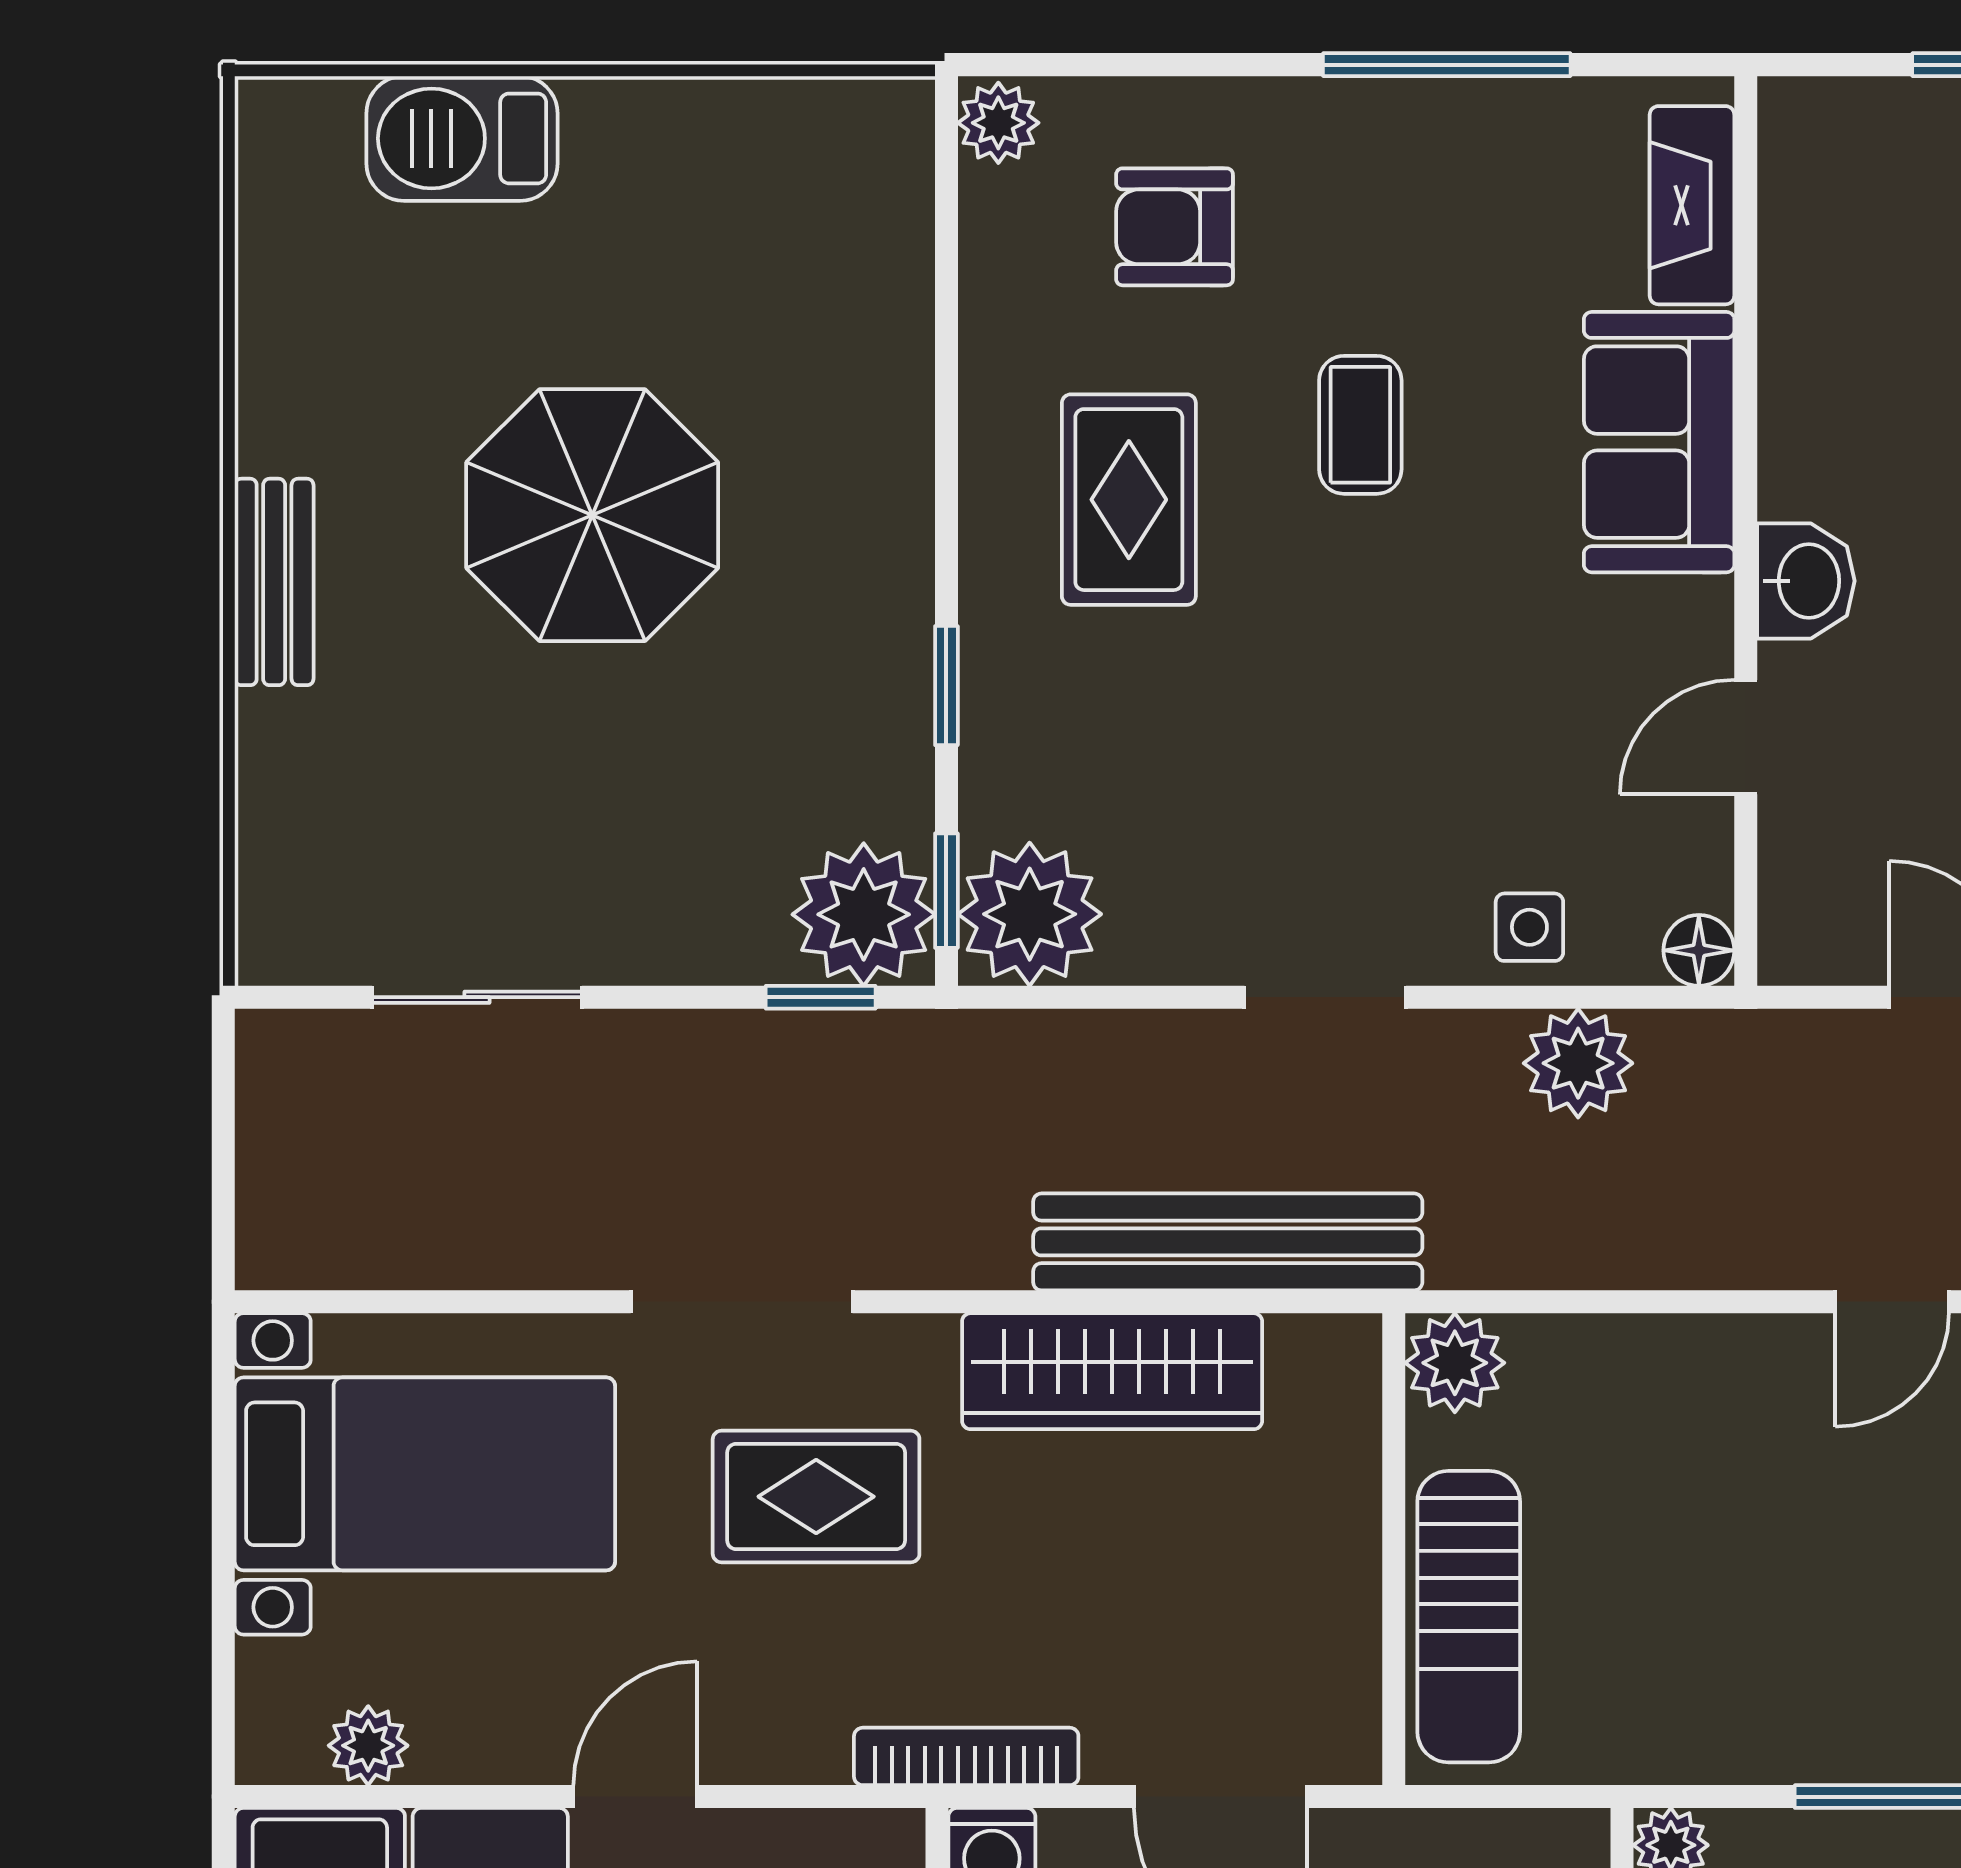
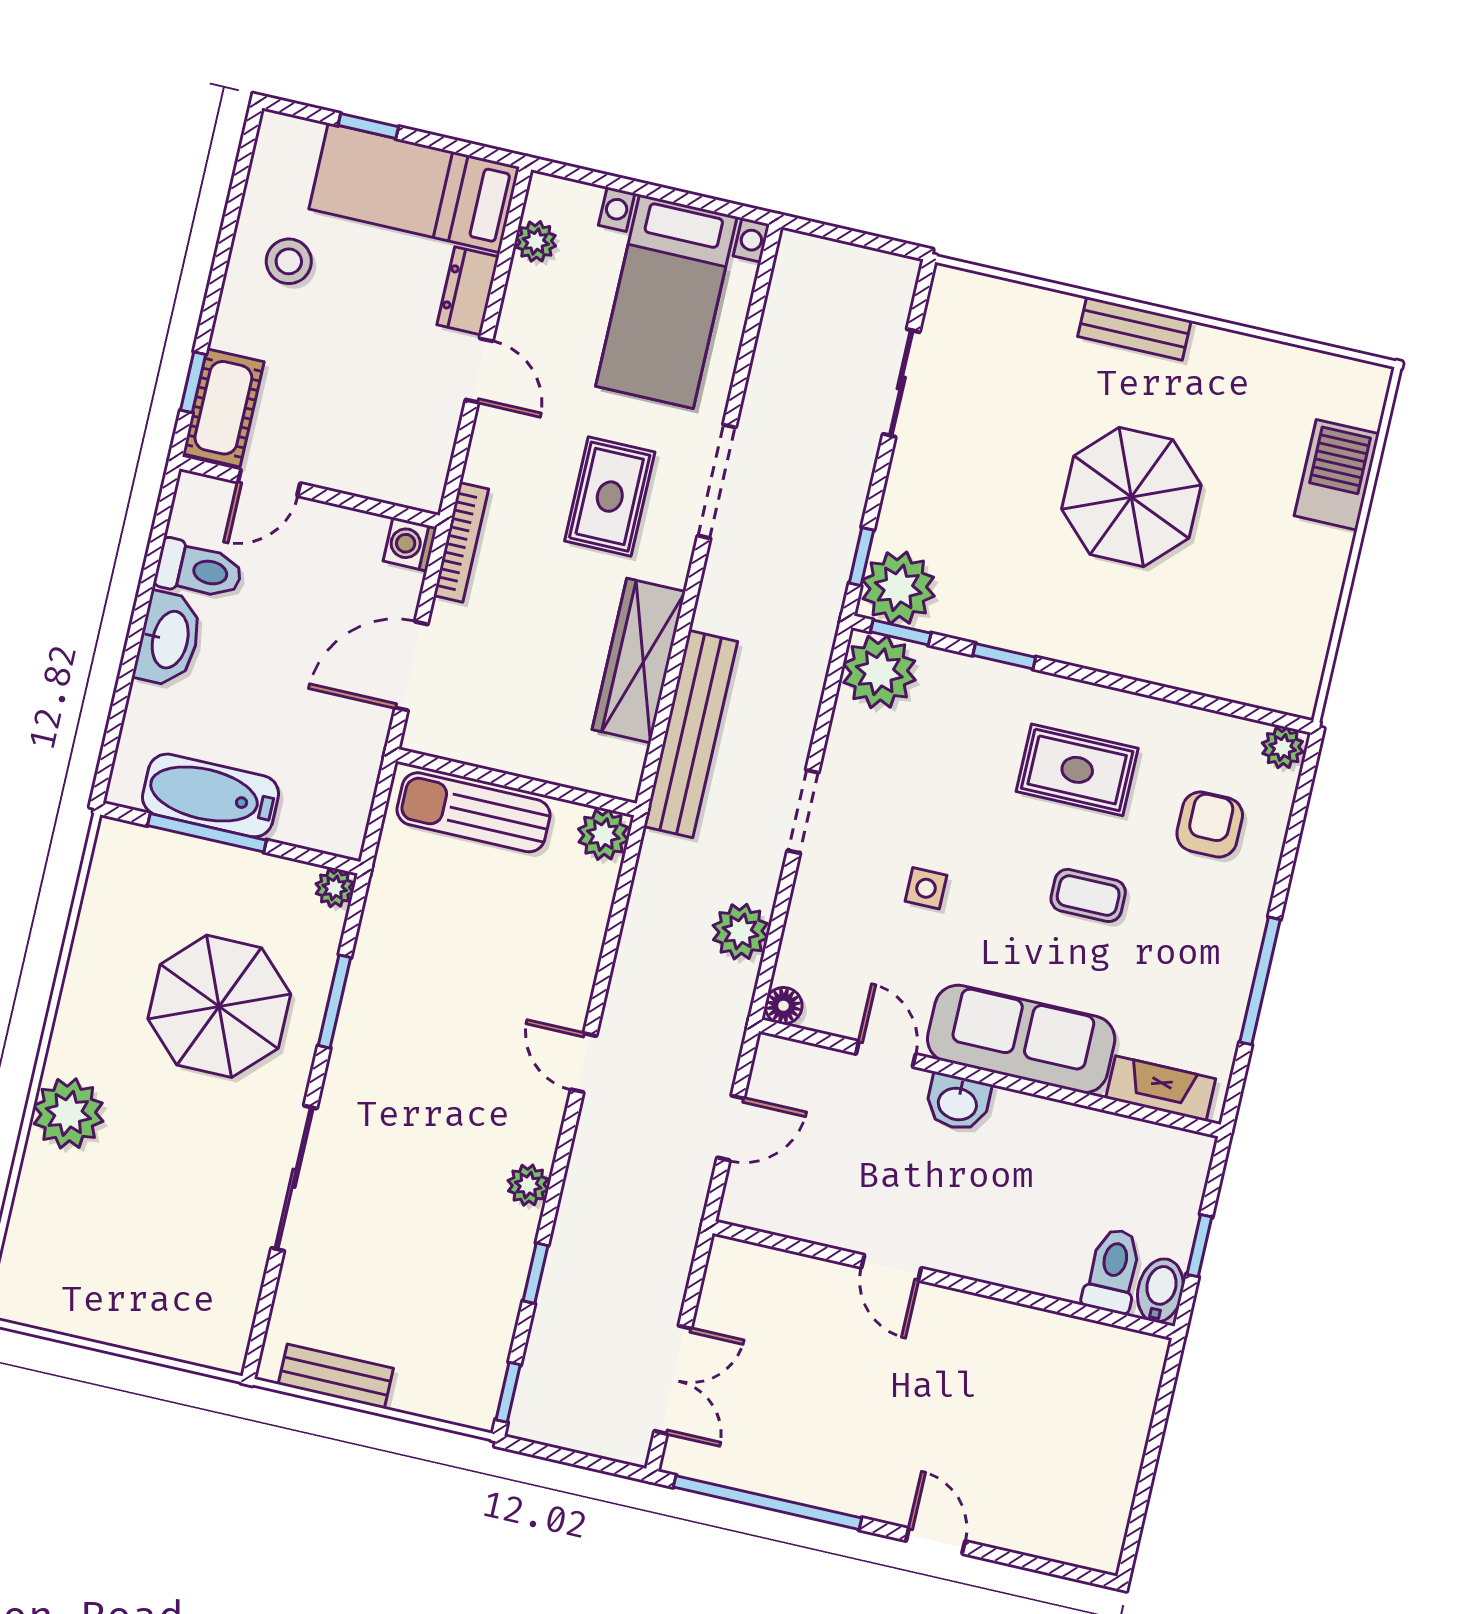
sofa: (1659, 442) -> (1021, 1039), width x1.36
side table: (1529, 927) -> (926, 888), moved

